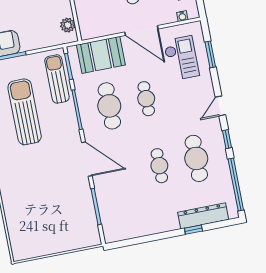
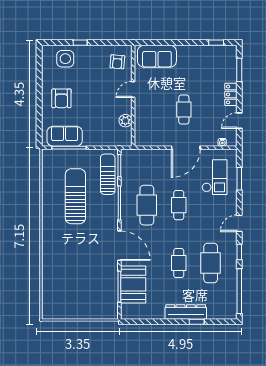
plant: (68, 25) -> (125, 121), moved
door: (141, 30) -> (186, 148), hinge flipped
booth: (101, 55) -> (133, 284), moved, turned 90
dresser: (203, 216) -> (186, 312), moved

